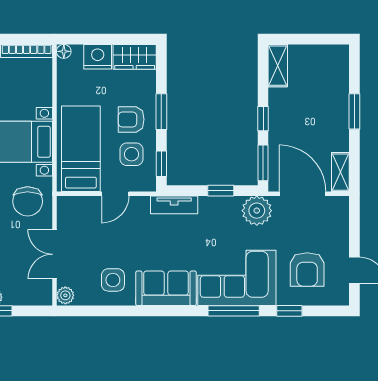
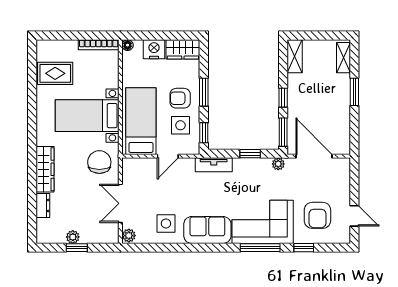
shelving: (340, 172) -> (343, 58), moved
chair: (28, 201) -> (99, 162), turned 180
plant: (257, 211) -> (278, 164), width x0.53, depth x0.53

